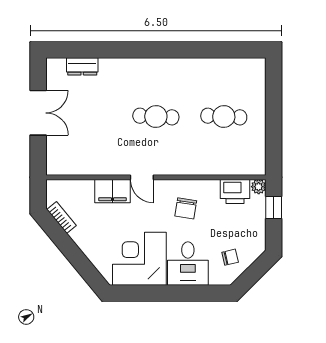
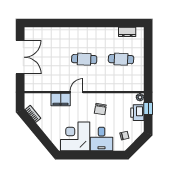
dresser: (82, 66) -> (127, 32), moved
double door: (38, 113) -> (20, 57), width x1.37
door: (142, 177) -> (77, 92), swing flipped
printer: (235, 191) -> (137, 113), moved, turned 90

